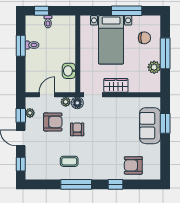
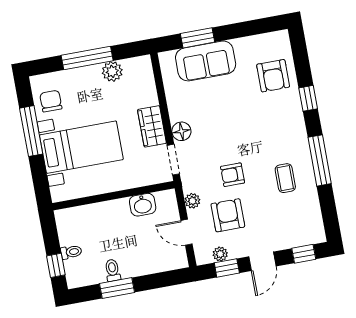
chair: (144, 38) -> (51, 101), moved
floor lamp: (77, 103) -> (181, 131), moved

